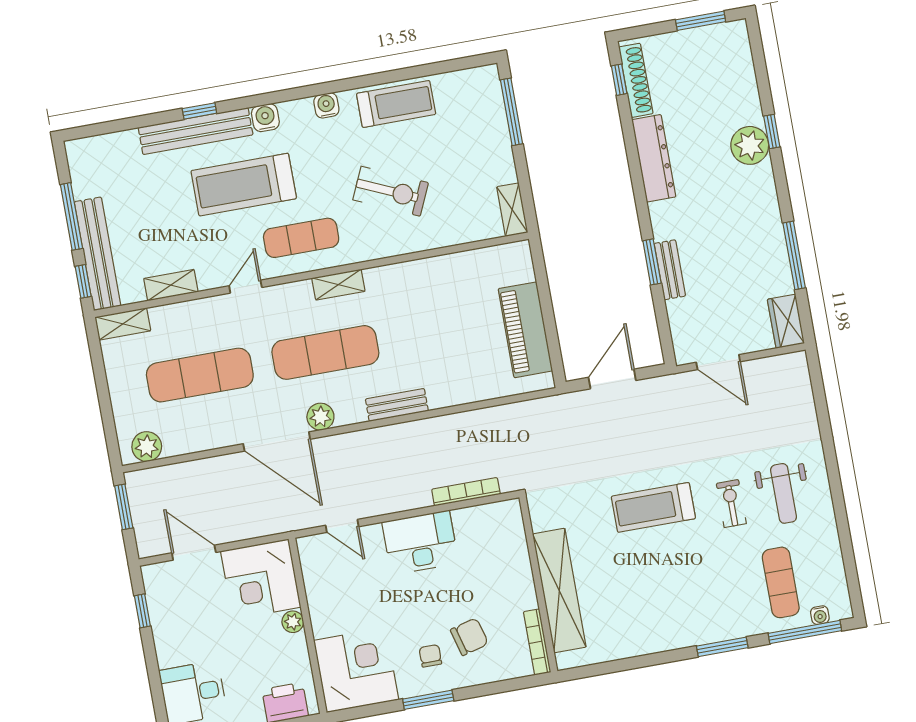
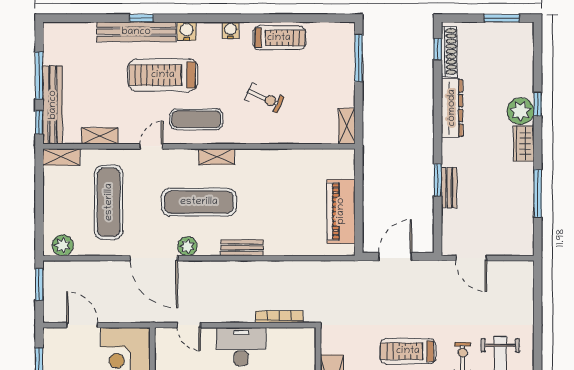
exercise bike: (391, 191) -> (265, 98), width x0.73, depth x0.72
wardrobe: (786, 321) -> (524, 144), moved
exercise mat: (200, 375) -> (109, 202), turned 90

